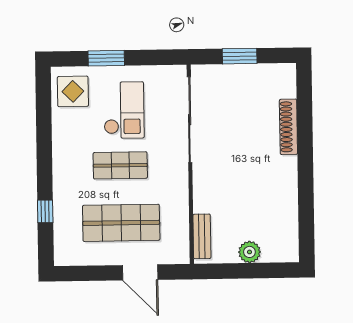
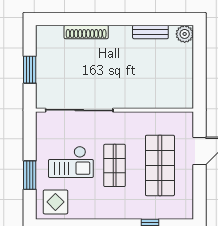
checkout: (124, 110) -> (71, 162), turned 180
bench: (202, 236) -> (150, 32), moved
plant: (249, 252) -> (185, 34), moved

